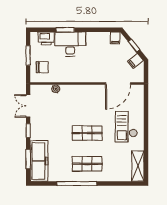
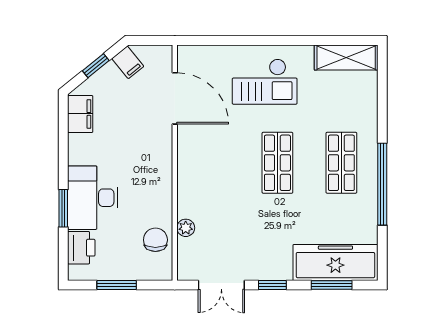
filing cabinet: (115, 38) -> (80, 114), width x2.00
chair: (42, 67) -> (155, 240), moved

